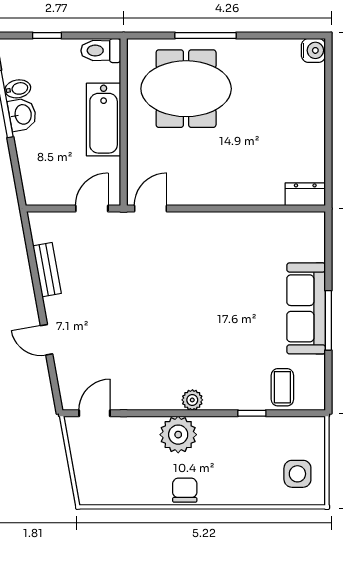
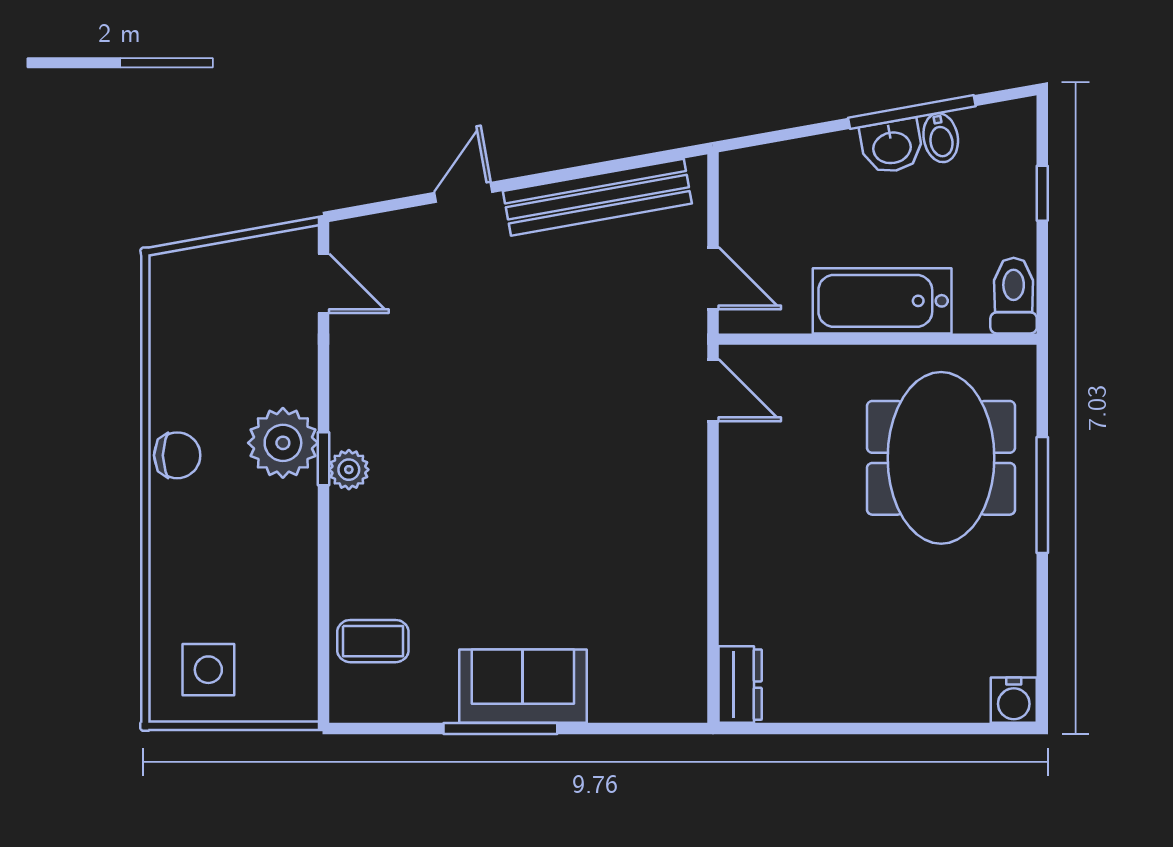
bench: (47, 270) -> (597, 197), width x1.86, depth x1.21
sofa: (306, 308) -> (523, 686), width x0.73
window: (252, 413) -> (323, 459), moved

